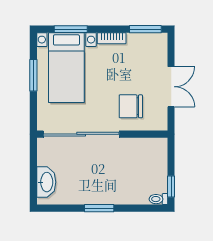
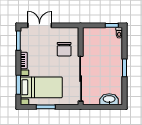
double door: (171, 87) -> (40, 25), moved

